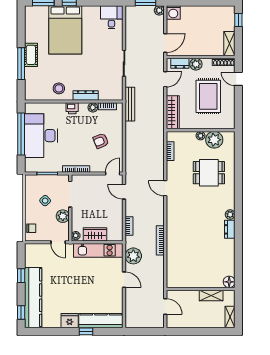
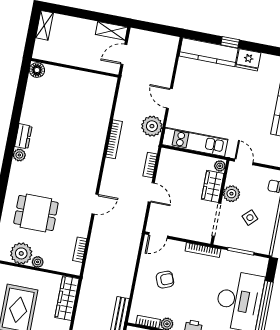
door: (165, 188) -> (95, 204), hinge flipped
door: (124, 192) -> (151, 192), moved
wardrobe: (95, 234) -> (213, 186), moved, turned 90
shelving: (211, 296) -> (111, 31), moved
door: (165, 307) -> (124, 54), hinge flipped

